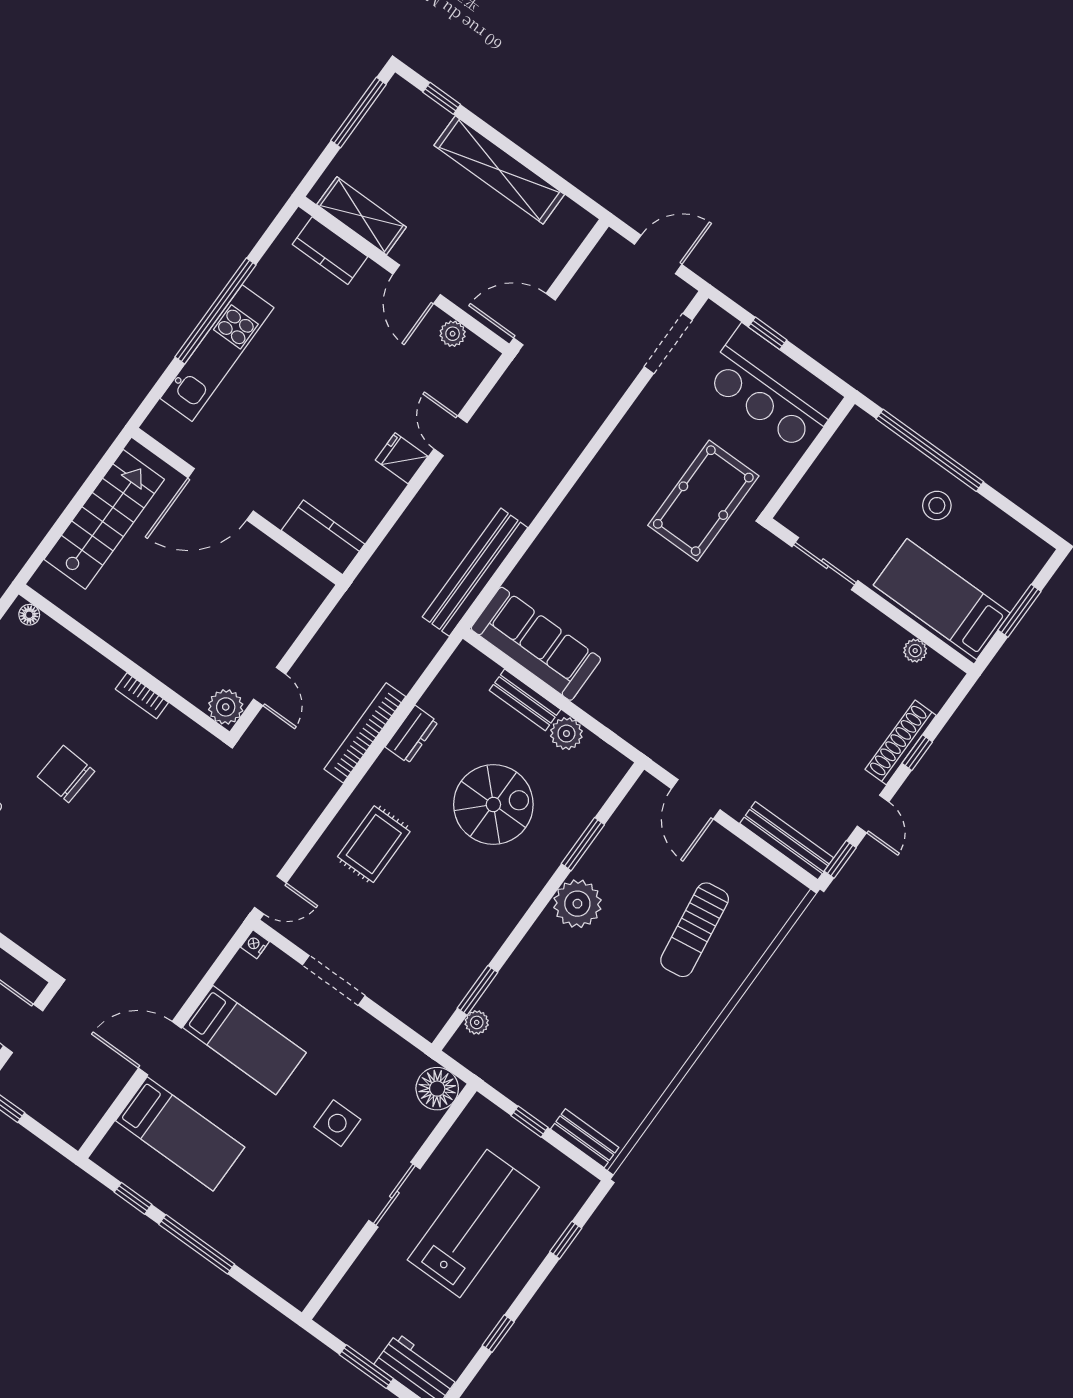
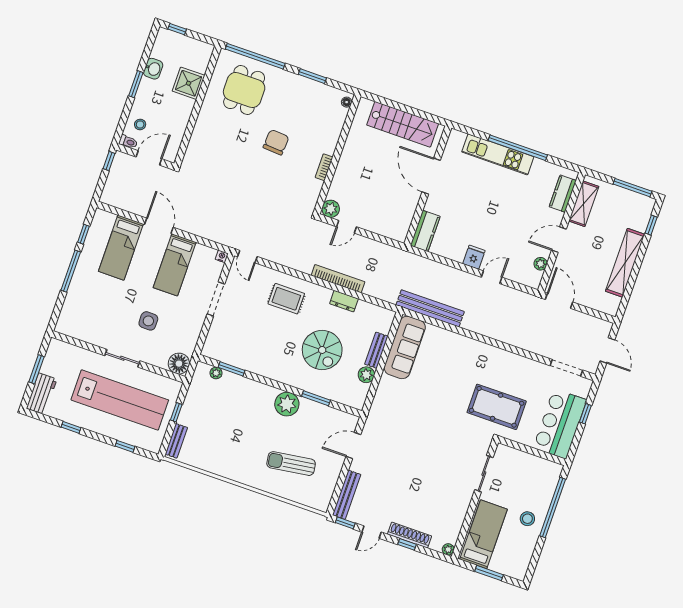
plant: (915, 651) -> (448, 549), moved
lab bench: (473, 1224) -> (120, 400), width x1.36

